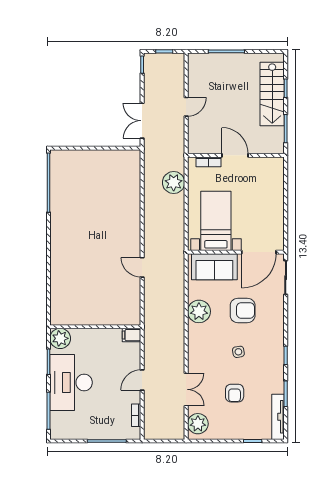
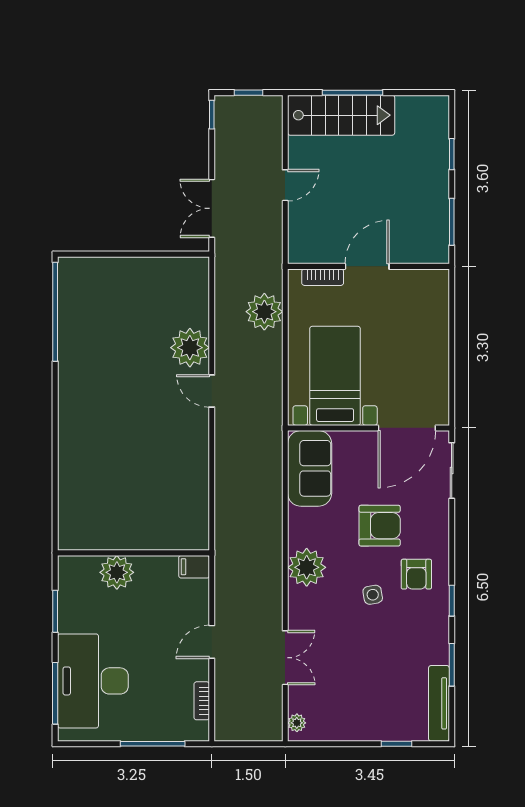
stairs: (272, 94) -> (341, 115), moved, turned -90
door: (235, 155) -> (367, 266), hinge flipped
plant: (129, 204) -> (190, 348), added
door: (142, 267) -> (212, 391), moved
sofa: (214, 267) -> (310, 468), moved, turned -90
plant: (199, 311) -> (307, 567), moved
plant: (60, 338) -> (117, 572), moved
desk: (71, 382) -> (93, 681), moved
armchair: (235, 393) -> (416, 574), moved
plant: (198, 424) -> (297, 723), width x0.53, depth x0.53

